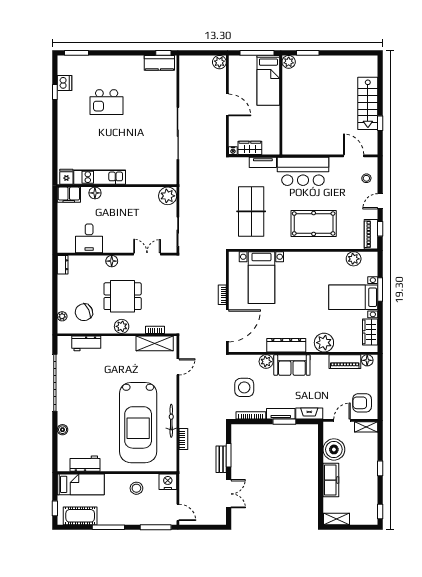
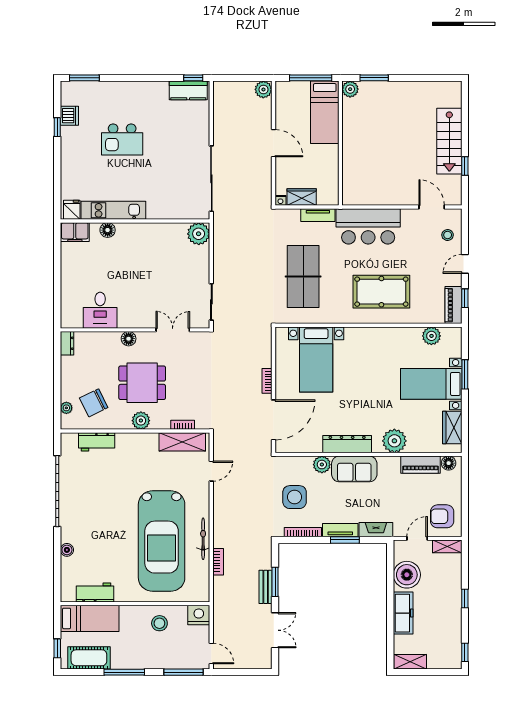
fridge: (66, 177) -> (72, 210), moved
kitchen unit: (100, 177) -> (113, 210), moved
wall: (117, 186) -> (135, 221), moved
floor lamp: (95, 193) -> (108, 230), moved
filing cabinet: (69, 195) -> (75, 232), moved
plant: (168, 196) -> (199, 234), moved

